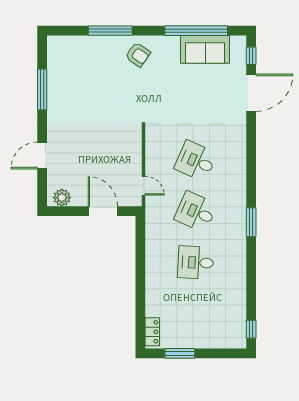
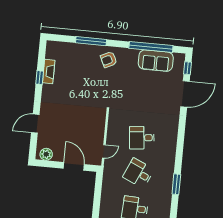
armchair: (138, 54) -> (109, 60), turned 119
fireplace: (54, 80) -> (49, 72), added
window: (42, 89) -> (40, 78), width x0.46
desk: (196, 161) -> (142, 138), turned -30
door: (144, 186) -> (104, 151), hinge flipped

